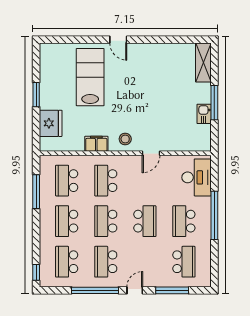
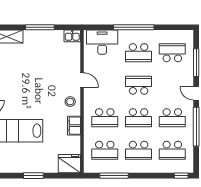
kitchen sink: (204, 114) -> (72, 36), moved
fridge: (51, 123) -> (69, 164), moved

